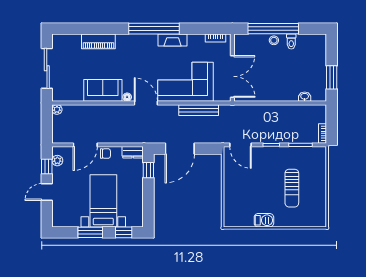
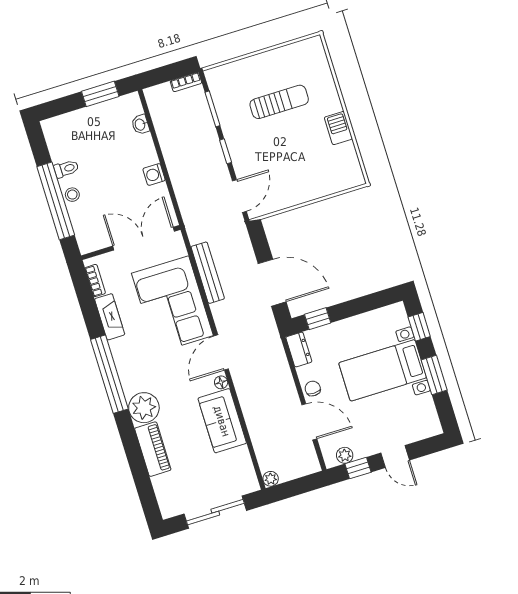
fireplace: (173, 40) -> (110, 317), moved
plant: (126, 44) -> (144, 408), added
washing machine: (271, 95) -> (154, 174), added

